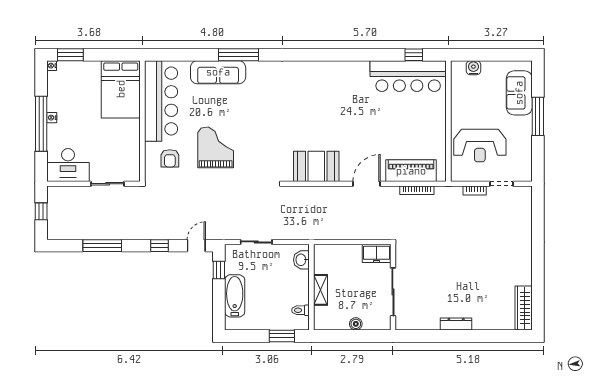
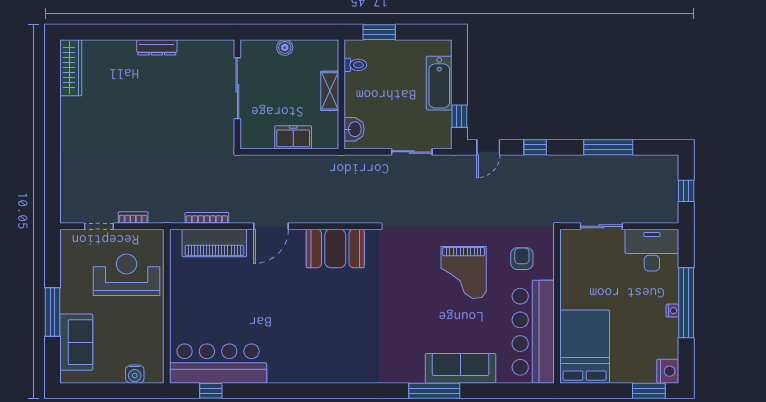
nightstand: (52, 66) -> (668, 371), width x1.89, depth x1.79
freezer: (377, 253) -> (293, 137), moved

